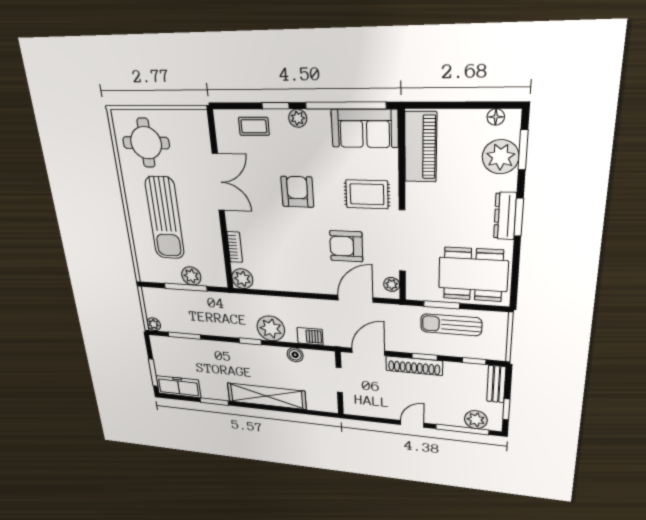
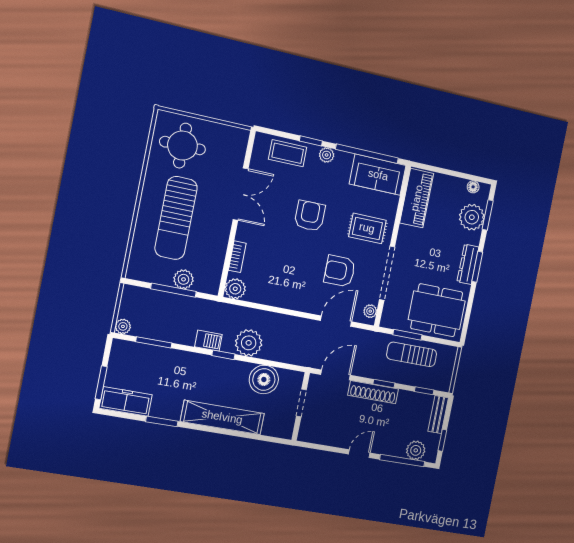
coffee table: (254, 126) -> (288, 153), width x1.36, depth x1.30
barbecue: (310, 336) -> (208, 341), moved
boiler: (295, 355) -> (264, 379), width x1.86, depth x1.86

